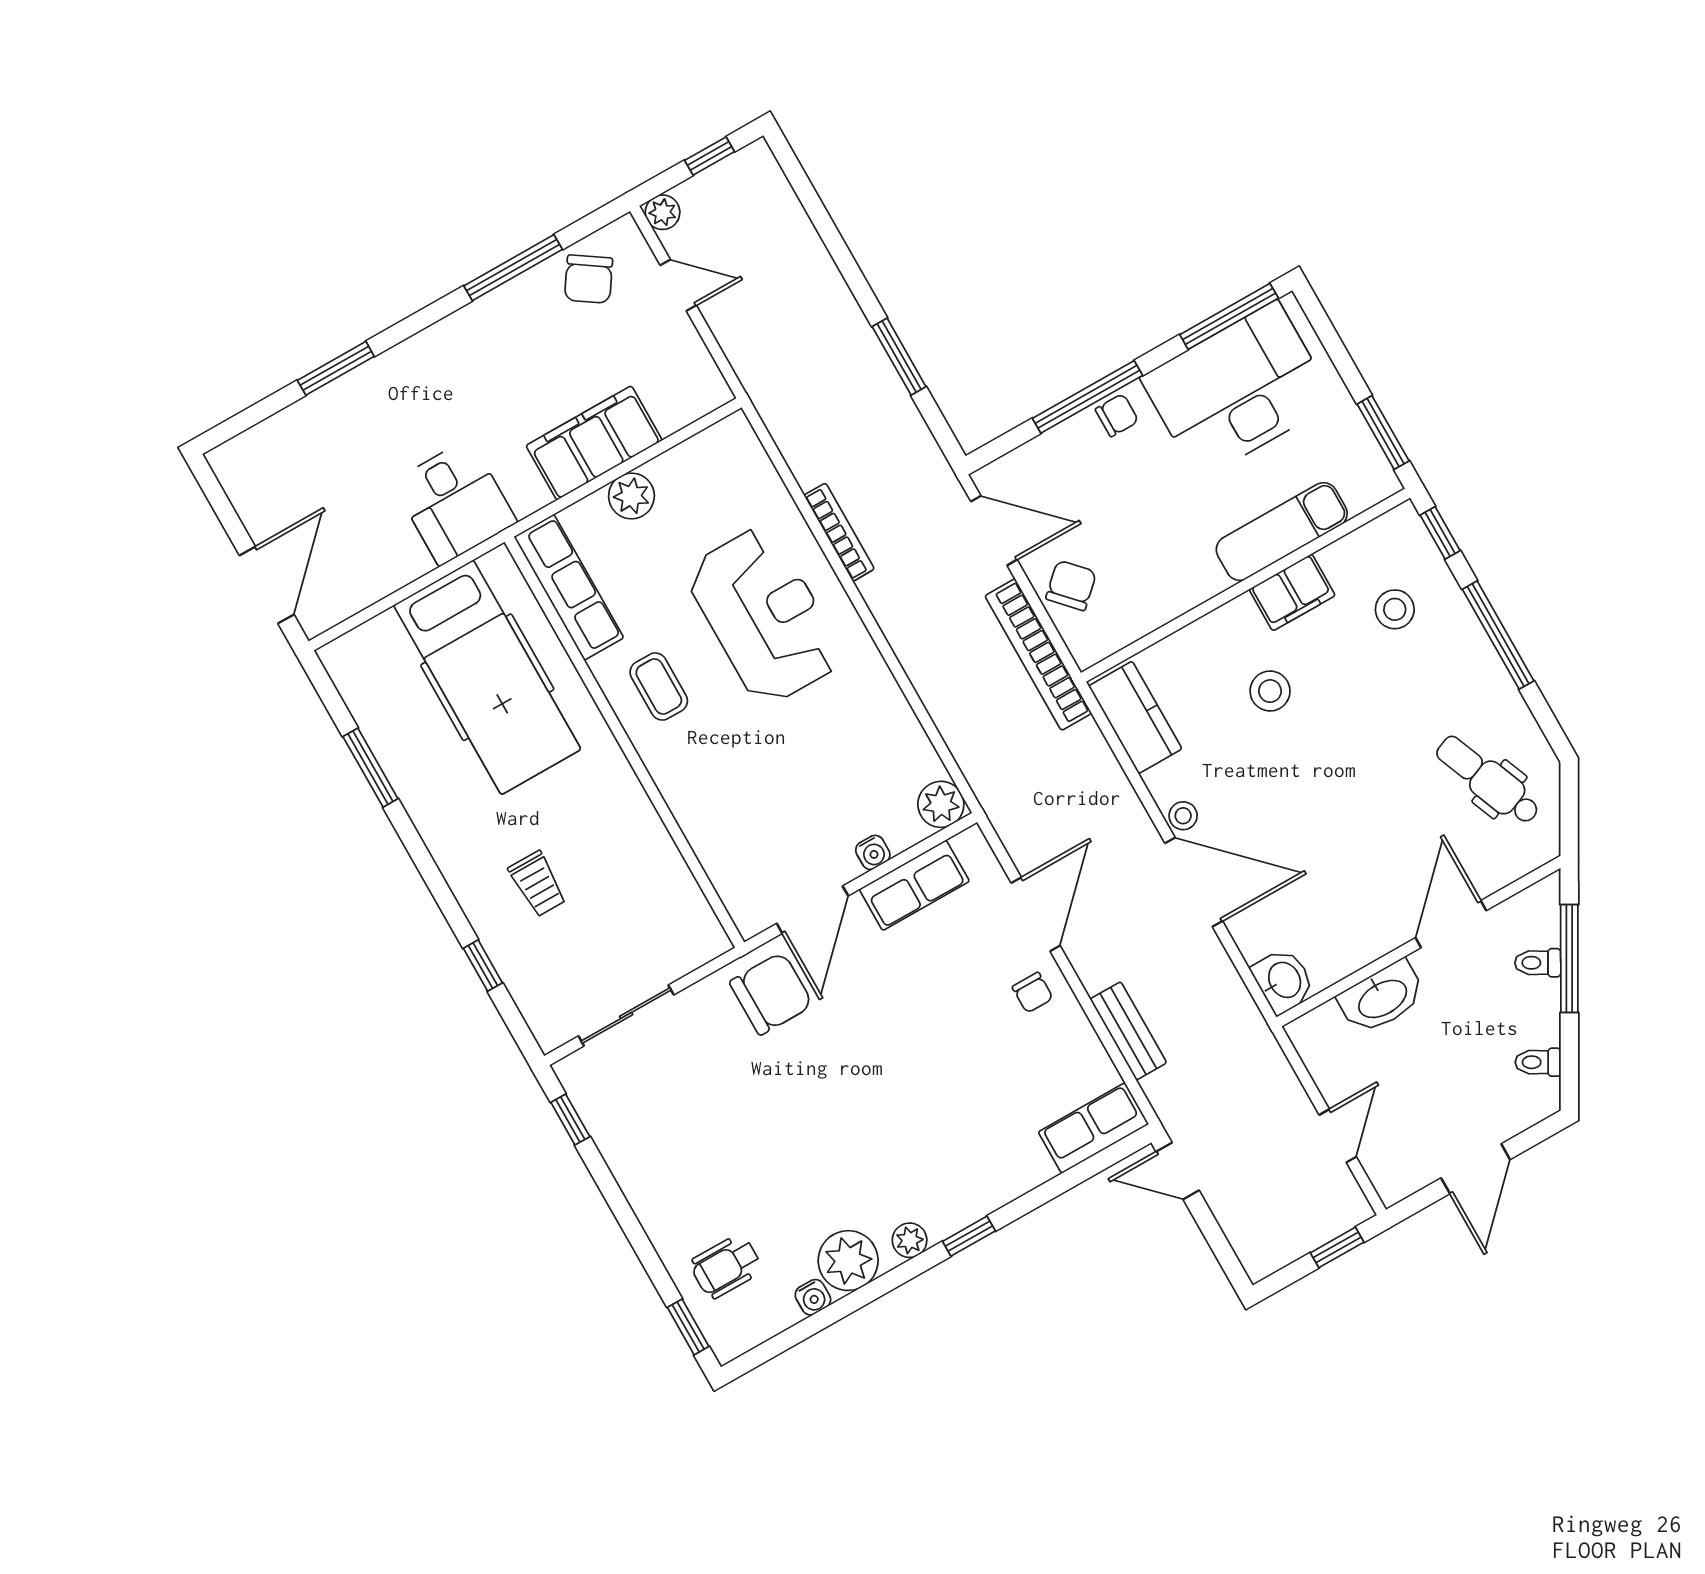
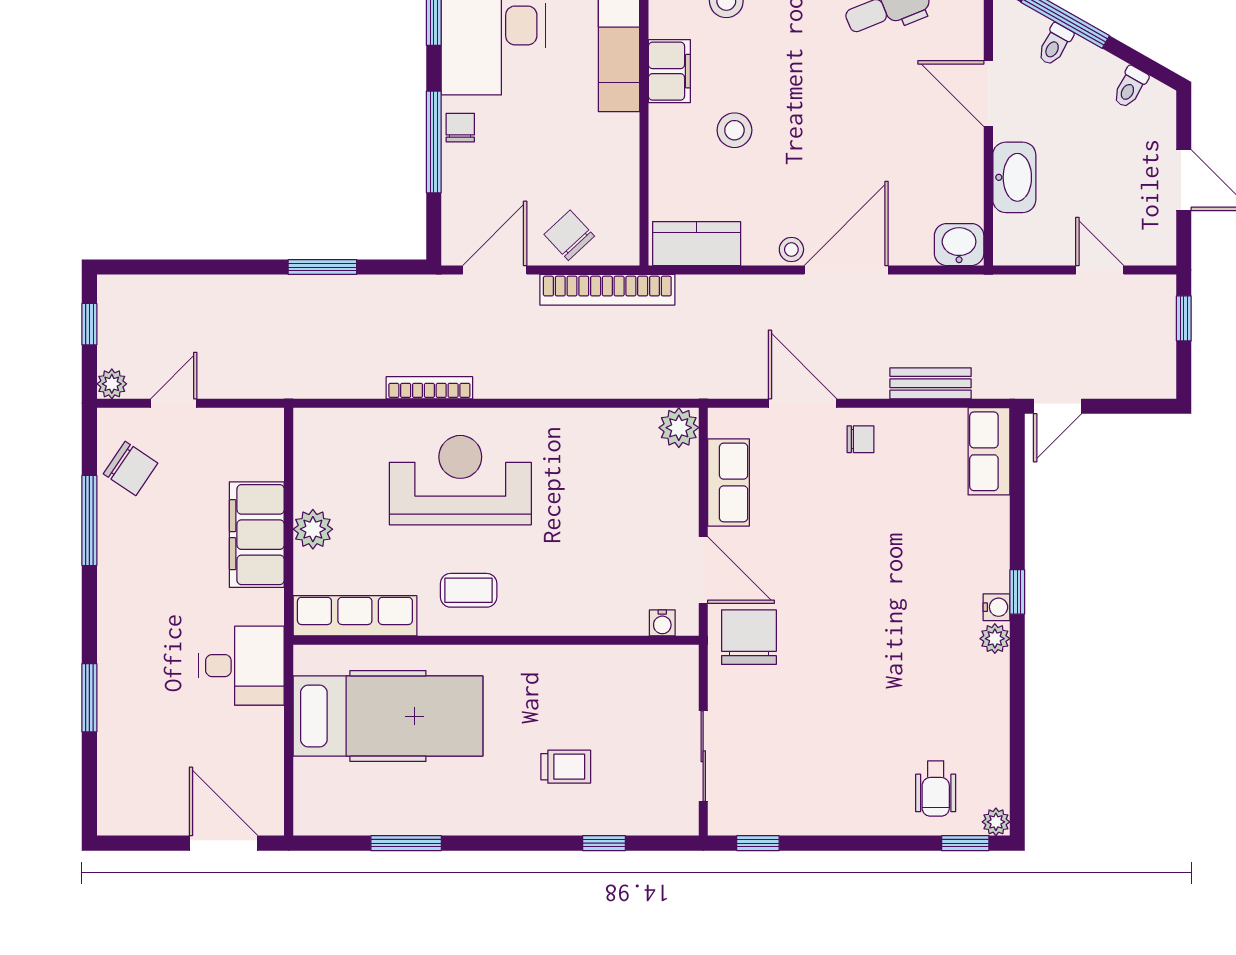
water cooler: (873, 852) -> (662, 623), moved, turned 90
plant: (848, 1261) -> (996, 822), moved, width x0.53, depth x0.53
water cooler: (813, 1297) -> (996, 607), moved

